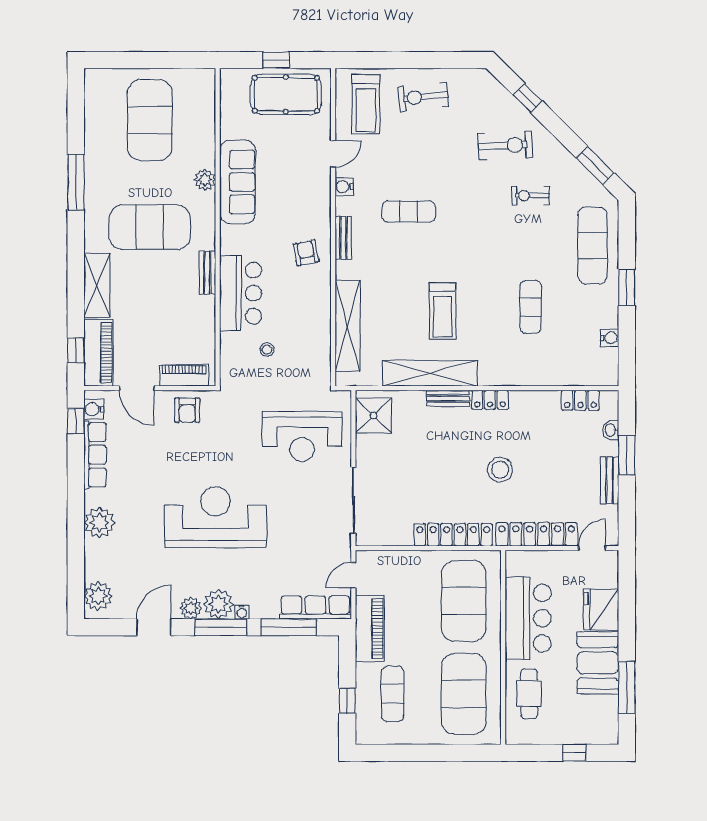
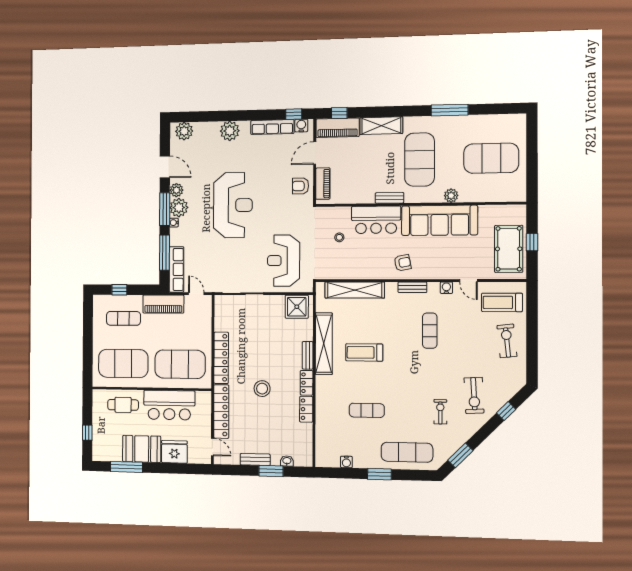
sofa: (237, 182) -> (440, 220), width x1.36, depth x1.27
locker: (580, 400) -> (306, 409), moved

